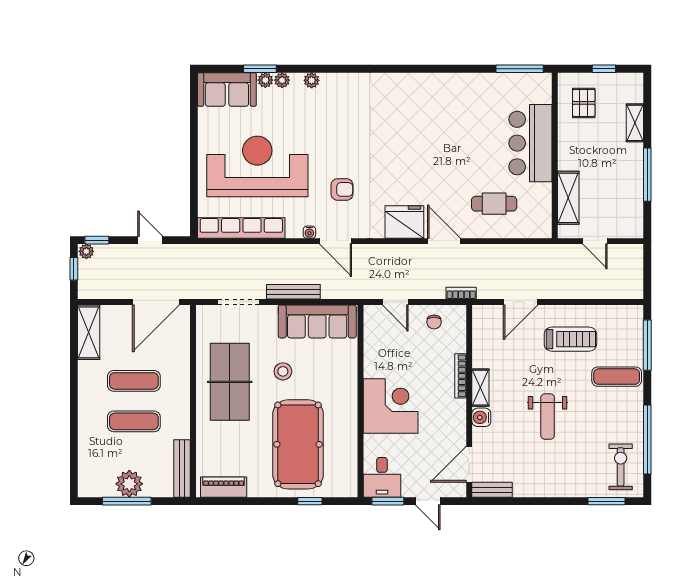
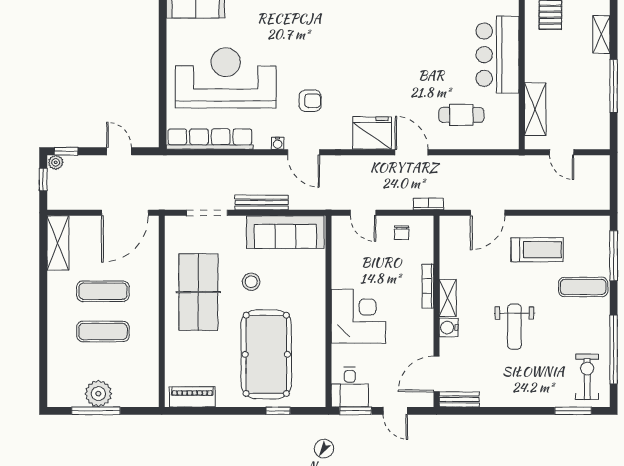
bench: (182, 468) -> (151, 378), removed

